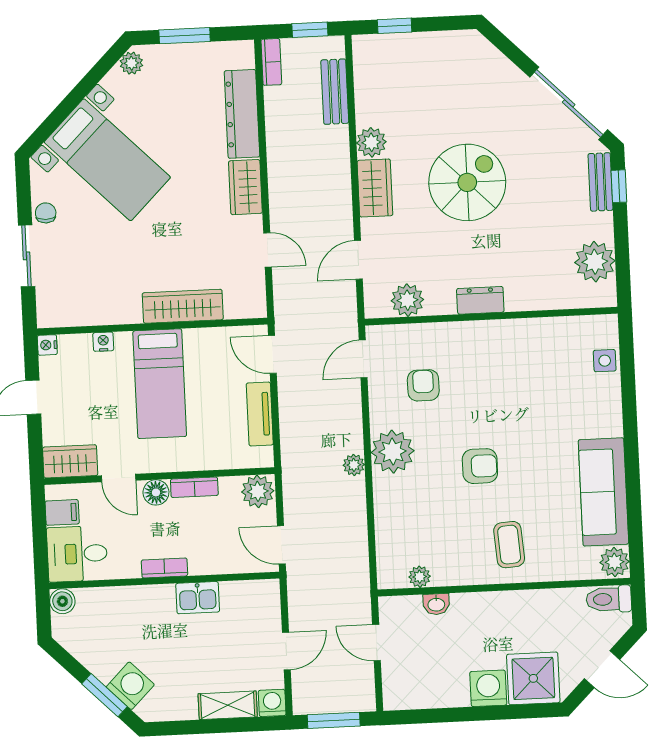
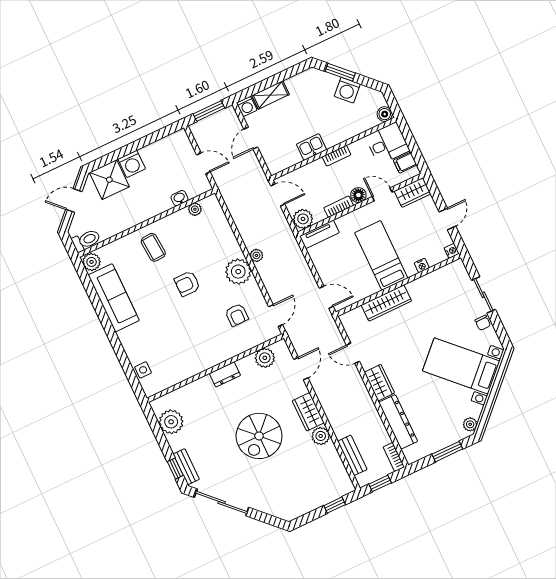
tv unit: (260, 414) -> (319, 234), moved, turned 90
washing machine: (130, 686) -> (347, 90), moved

